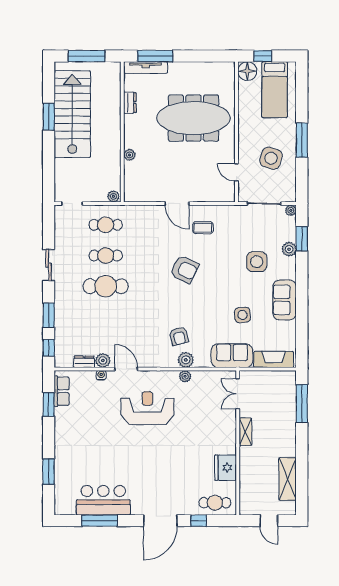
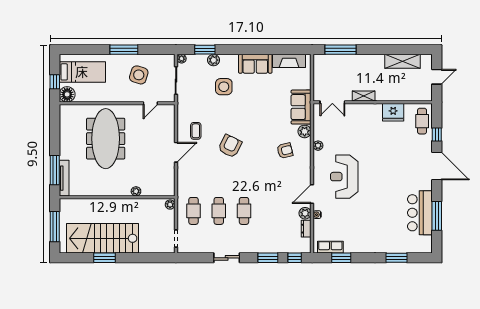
dresser: (130, 103) -> (93, 191), removed
cafe table: (106, 286) -> (244, 211), width x0.73, depth x0.74
side table: (242, 315) -> (268, 98), removed
fireplace: (274, 359) -> (289, 61), moved, turned -90
plant: (186, 360) -> (305, 131), moved

